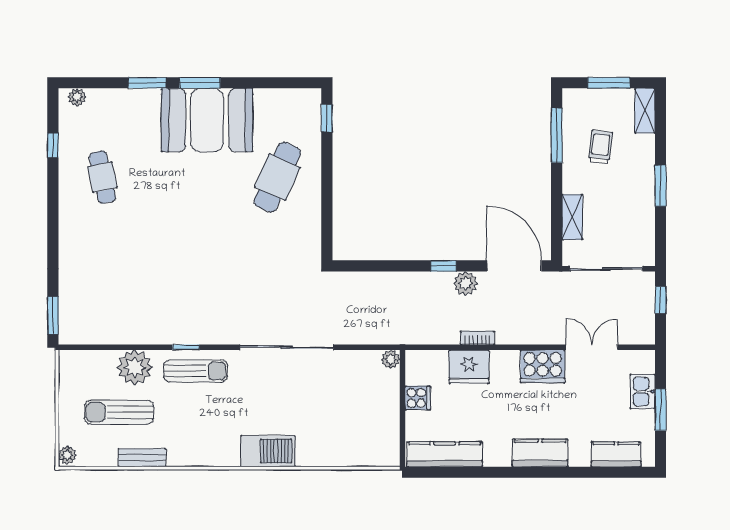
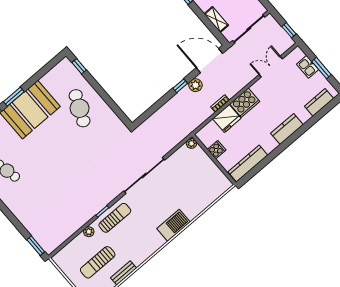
window: (661, 300) -> (289, 30), moved
cooker: (543, 366) -> (245, 103), moved
plant: (135, 367) -> (89, 232), width x0.53, depth x0.53

